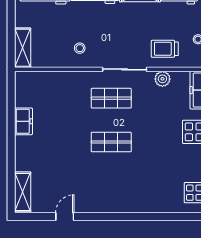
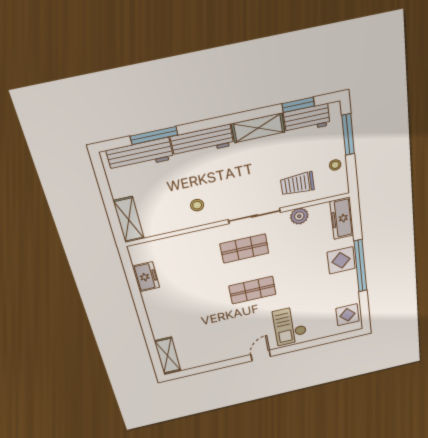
freezer: (23, 121) -> (146, 277), moved
checkout: (139, 190) -> (290, 326), added
door: (65, 216) -> (261, 355), moved

